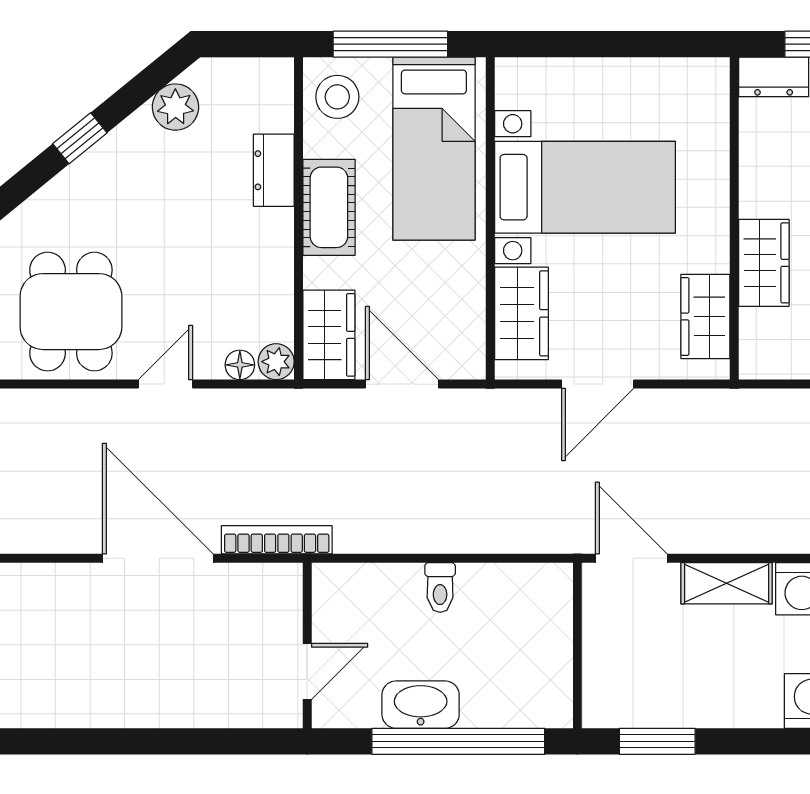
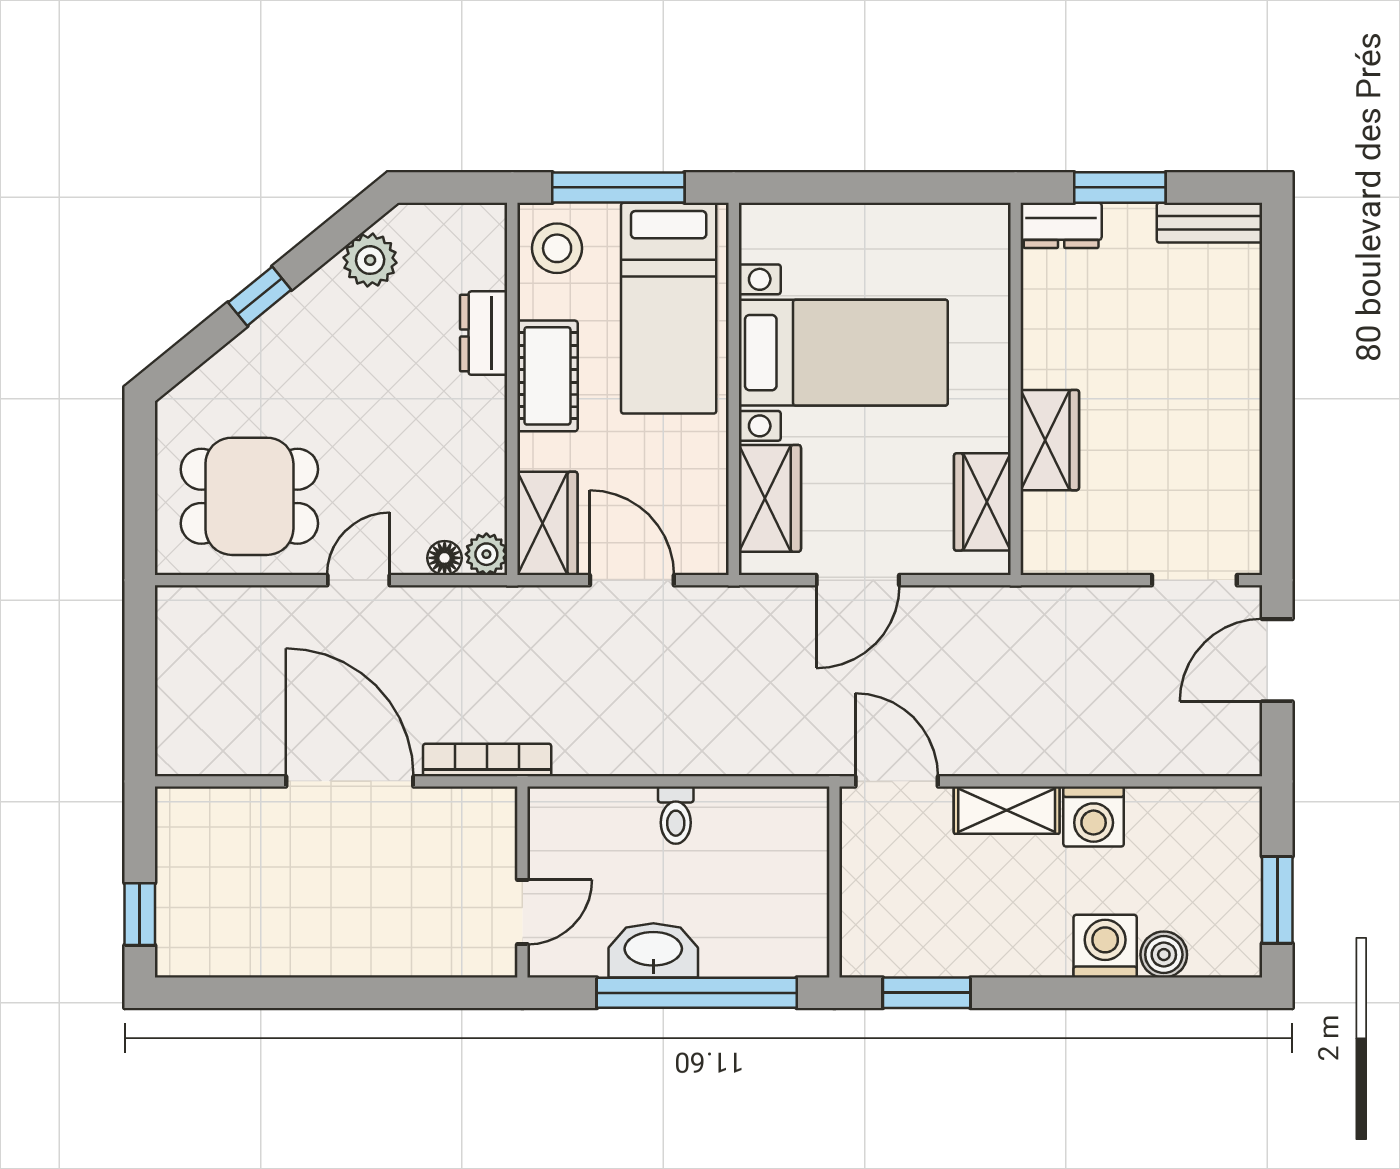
dining table: (71, 312) -> (249, 496), turned 90

